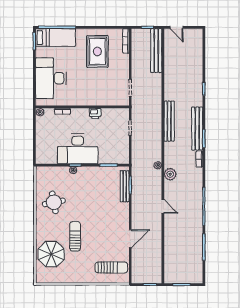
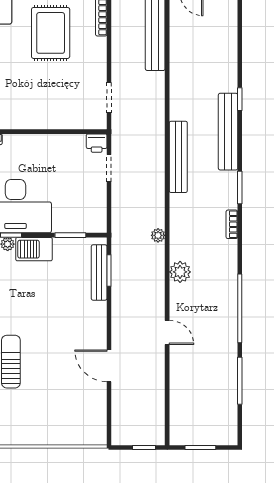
printer: (95, 113) -> (97, 143), moved
bench: (197, 129) -> (228, 132), moved
barbecue: (88, 173) -> (34, 249), added
plant: (170, 174) -> (180, 272), moved
door: (163, 206) -> (167, 332), moved
door: (130, 239) -> (109, 366), swing flipped
sun lounger: (111, 267) -> (75, 417), removed

